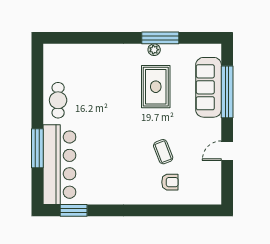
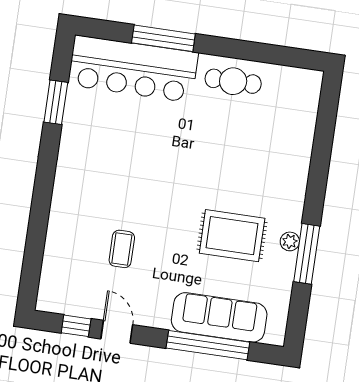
coffee table: (163, 152) -> (122, 249), moved, turned -69
window: (227, 177) -> (76, 326), added
armchair: (170, 182) -> (81, 236), removed
window: (74, 210) -> (56, 102), moved

